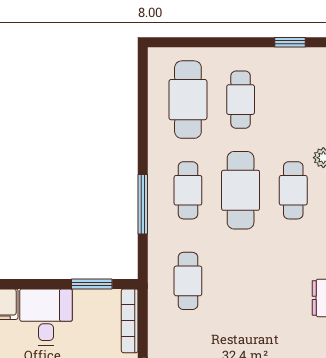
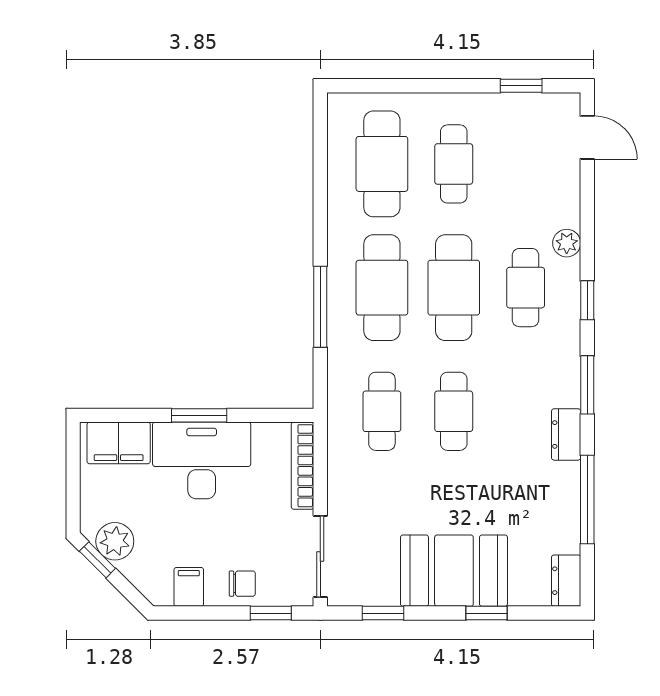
cafe table: (188, 190) -> (382, 288), width x1.37, depth x1.35
cafe table: (241, 281) -> (454, 411), added
window: (92, 284) -> (199, 415), moved
desk: (46, 317) -> (202, 460), width x1.37

